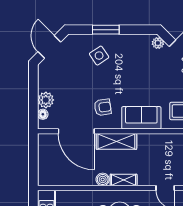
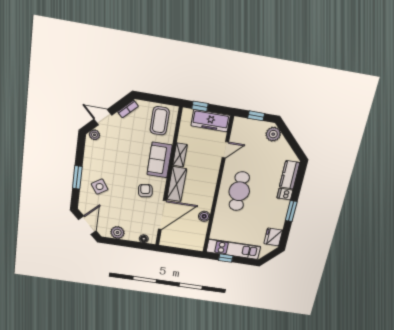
door: (49, 47) -> (87, 225), swing flipped
plant: (46, 100) -> (117, 232), moved
boiler: (103, 179) -> (204, 216), moved
shelving: (124, 180) -> (180, 155), moved

